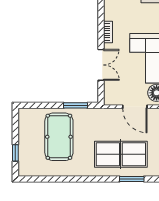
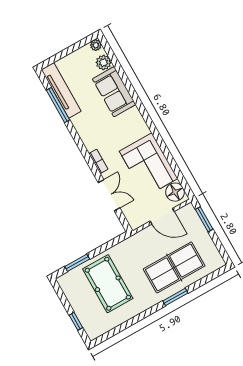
window: (76, 105) -> (77, 263), moved
window: (132, 179) -> (175, 297), moved

